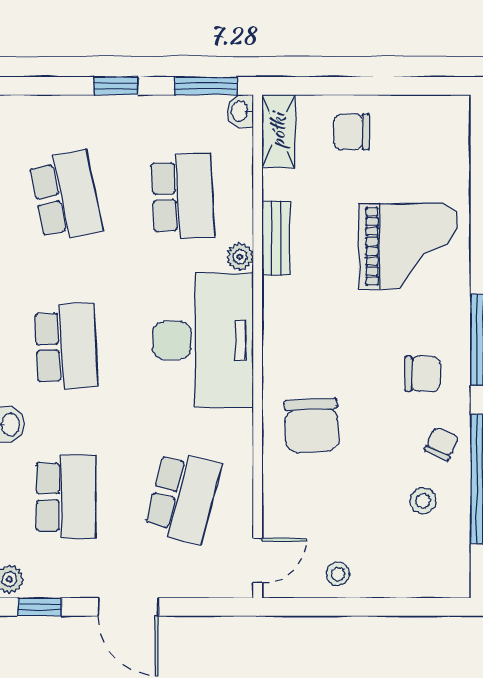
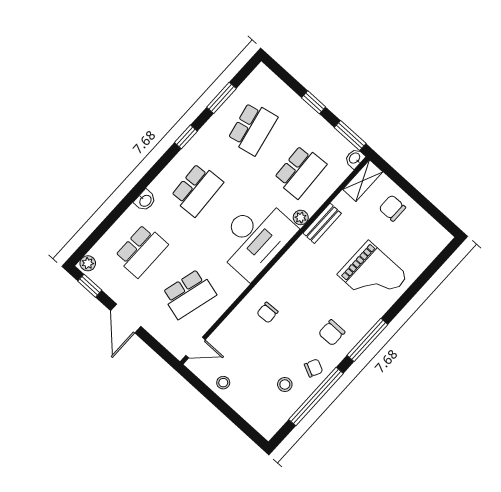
chair: (423, 374) -> (332, 333), turned 90
chair: (312, 426) -> (267, 313), width x0.54, depth x0.54

